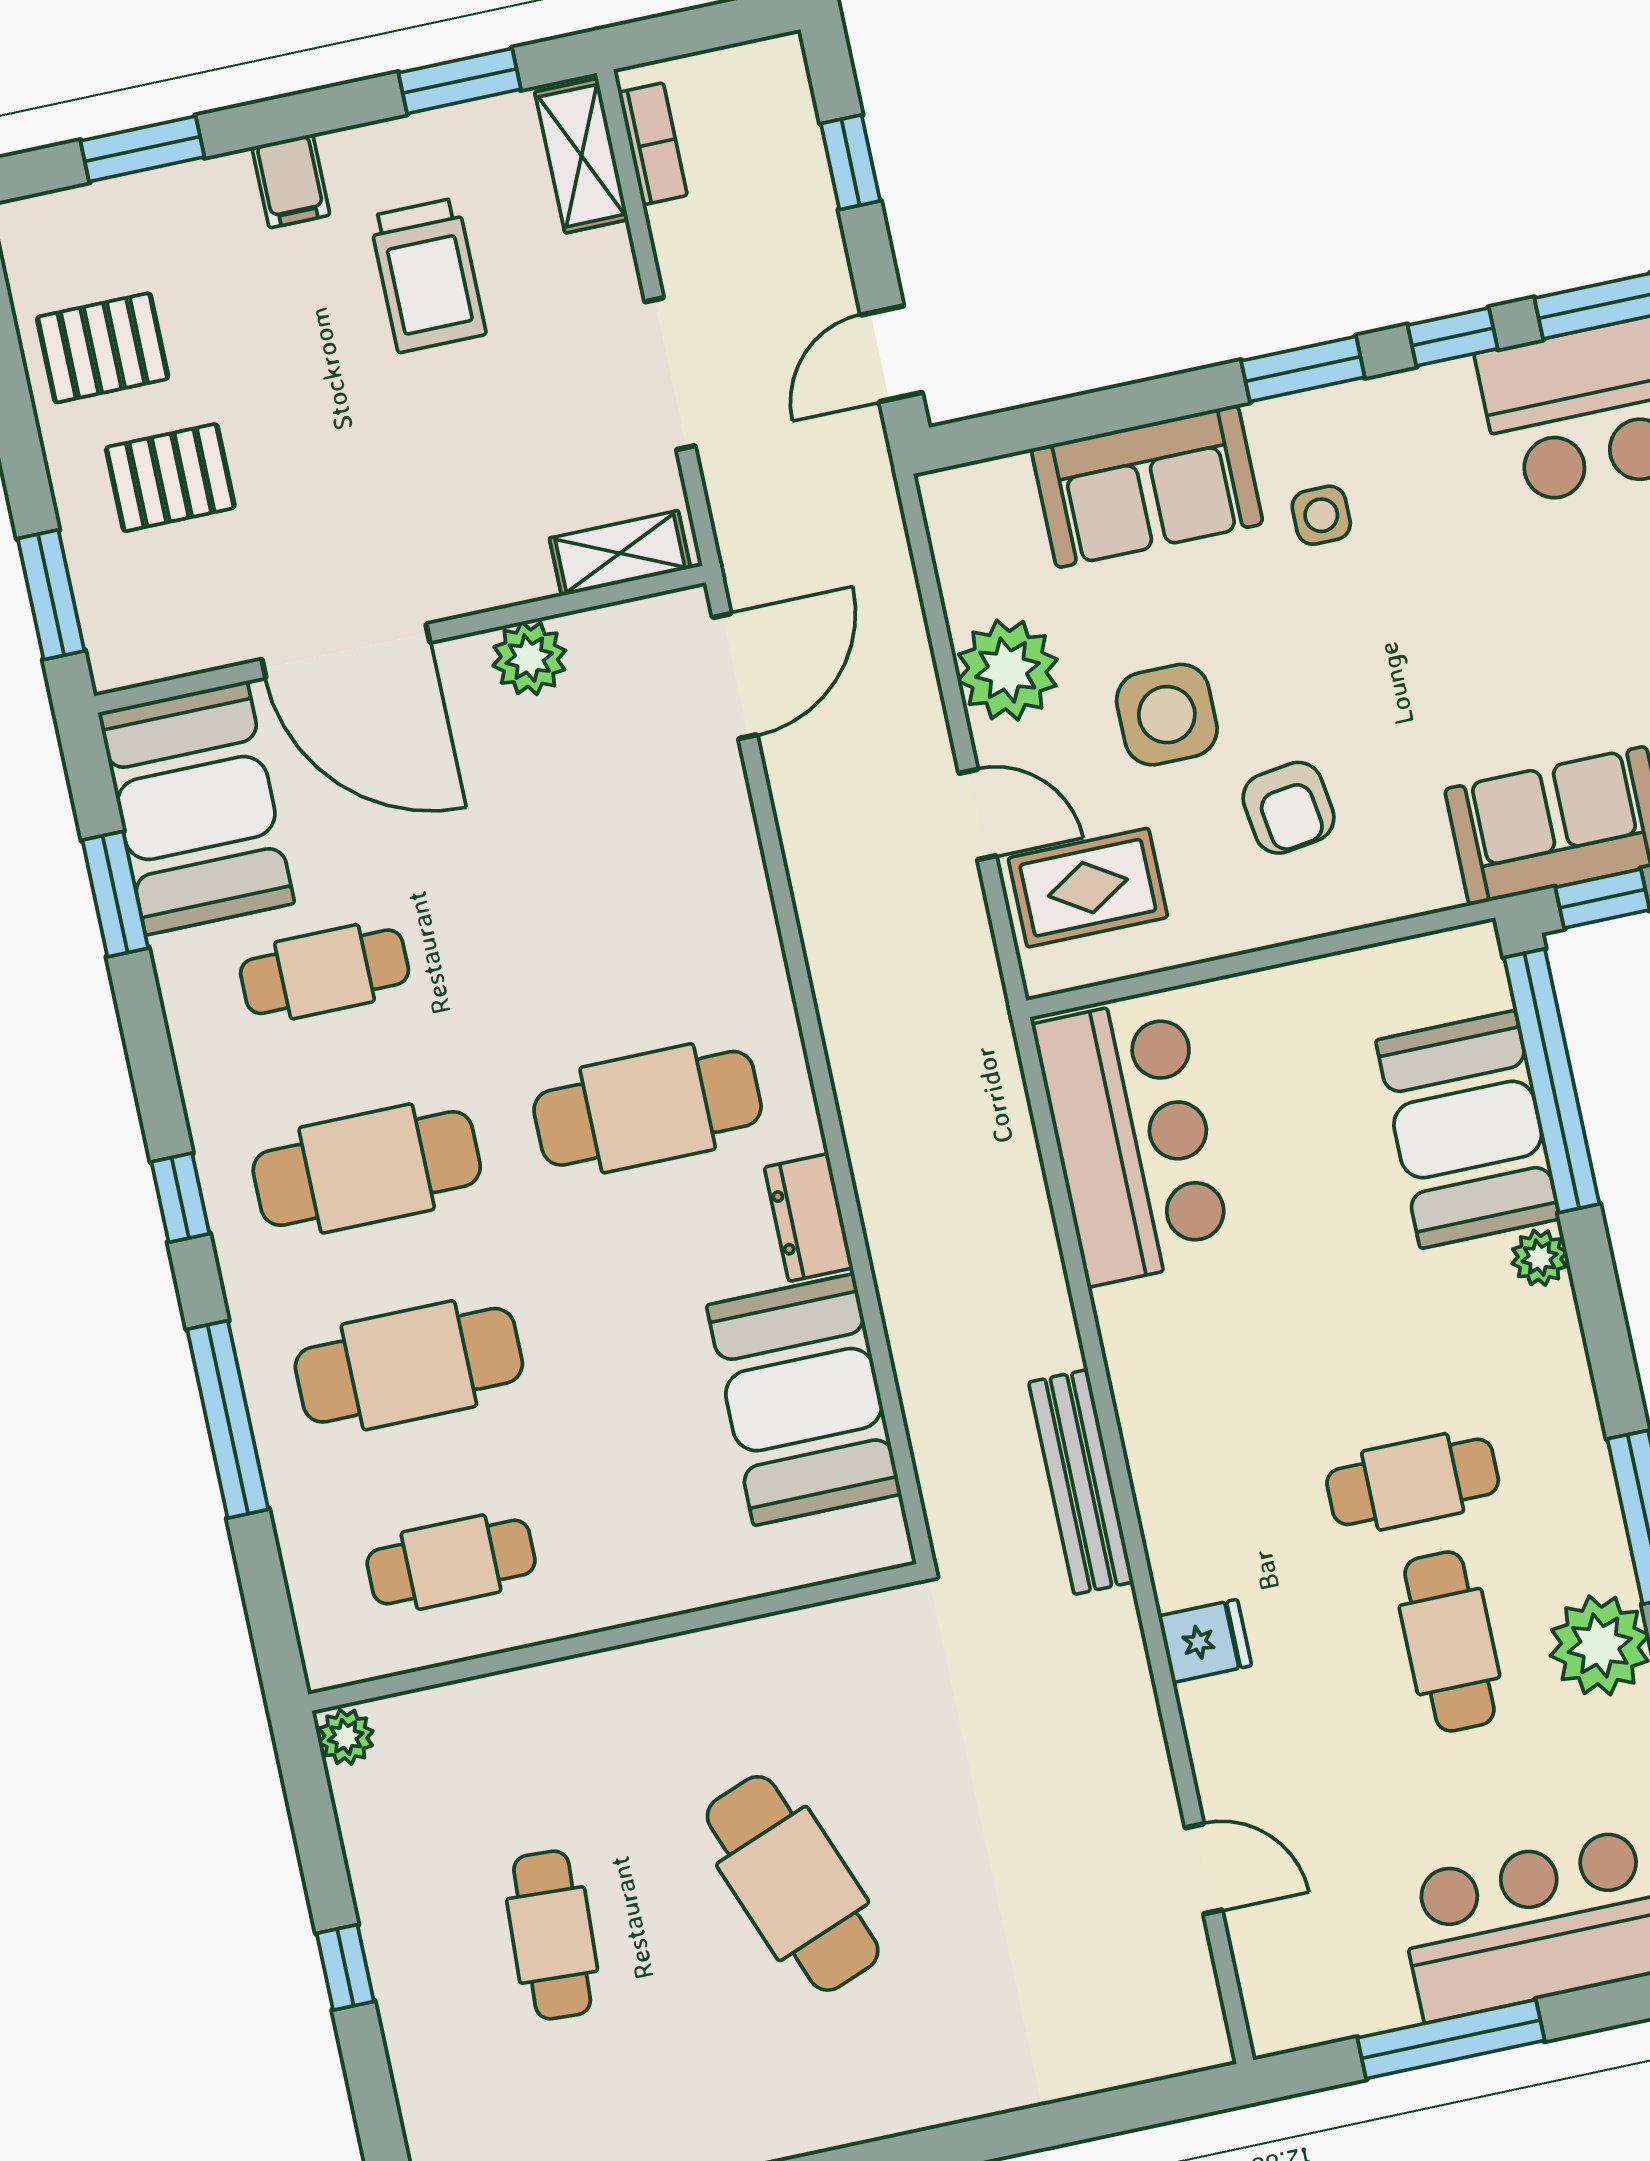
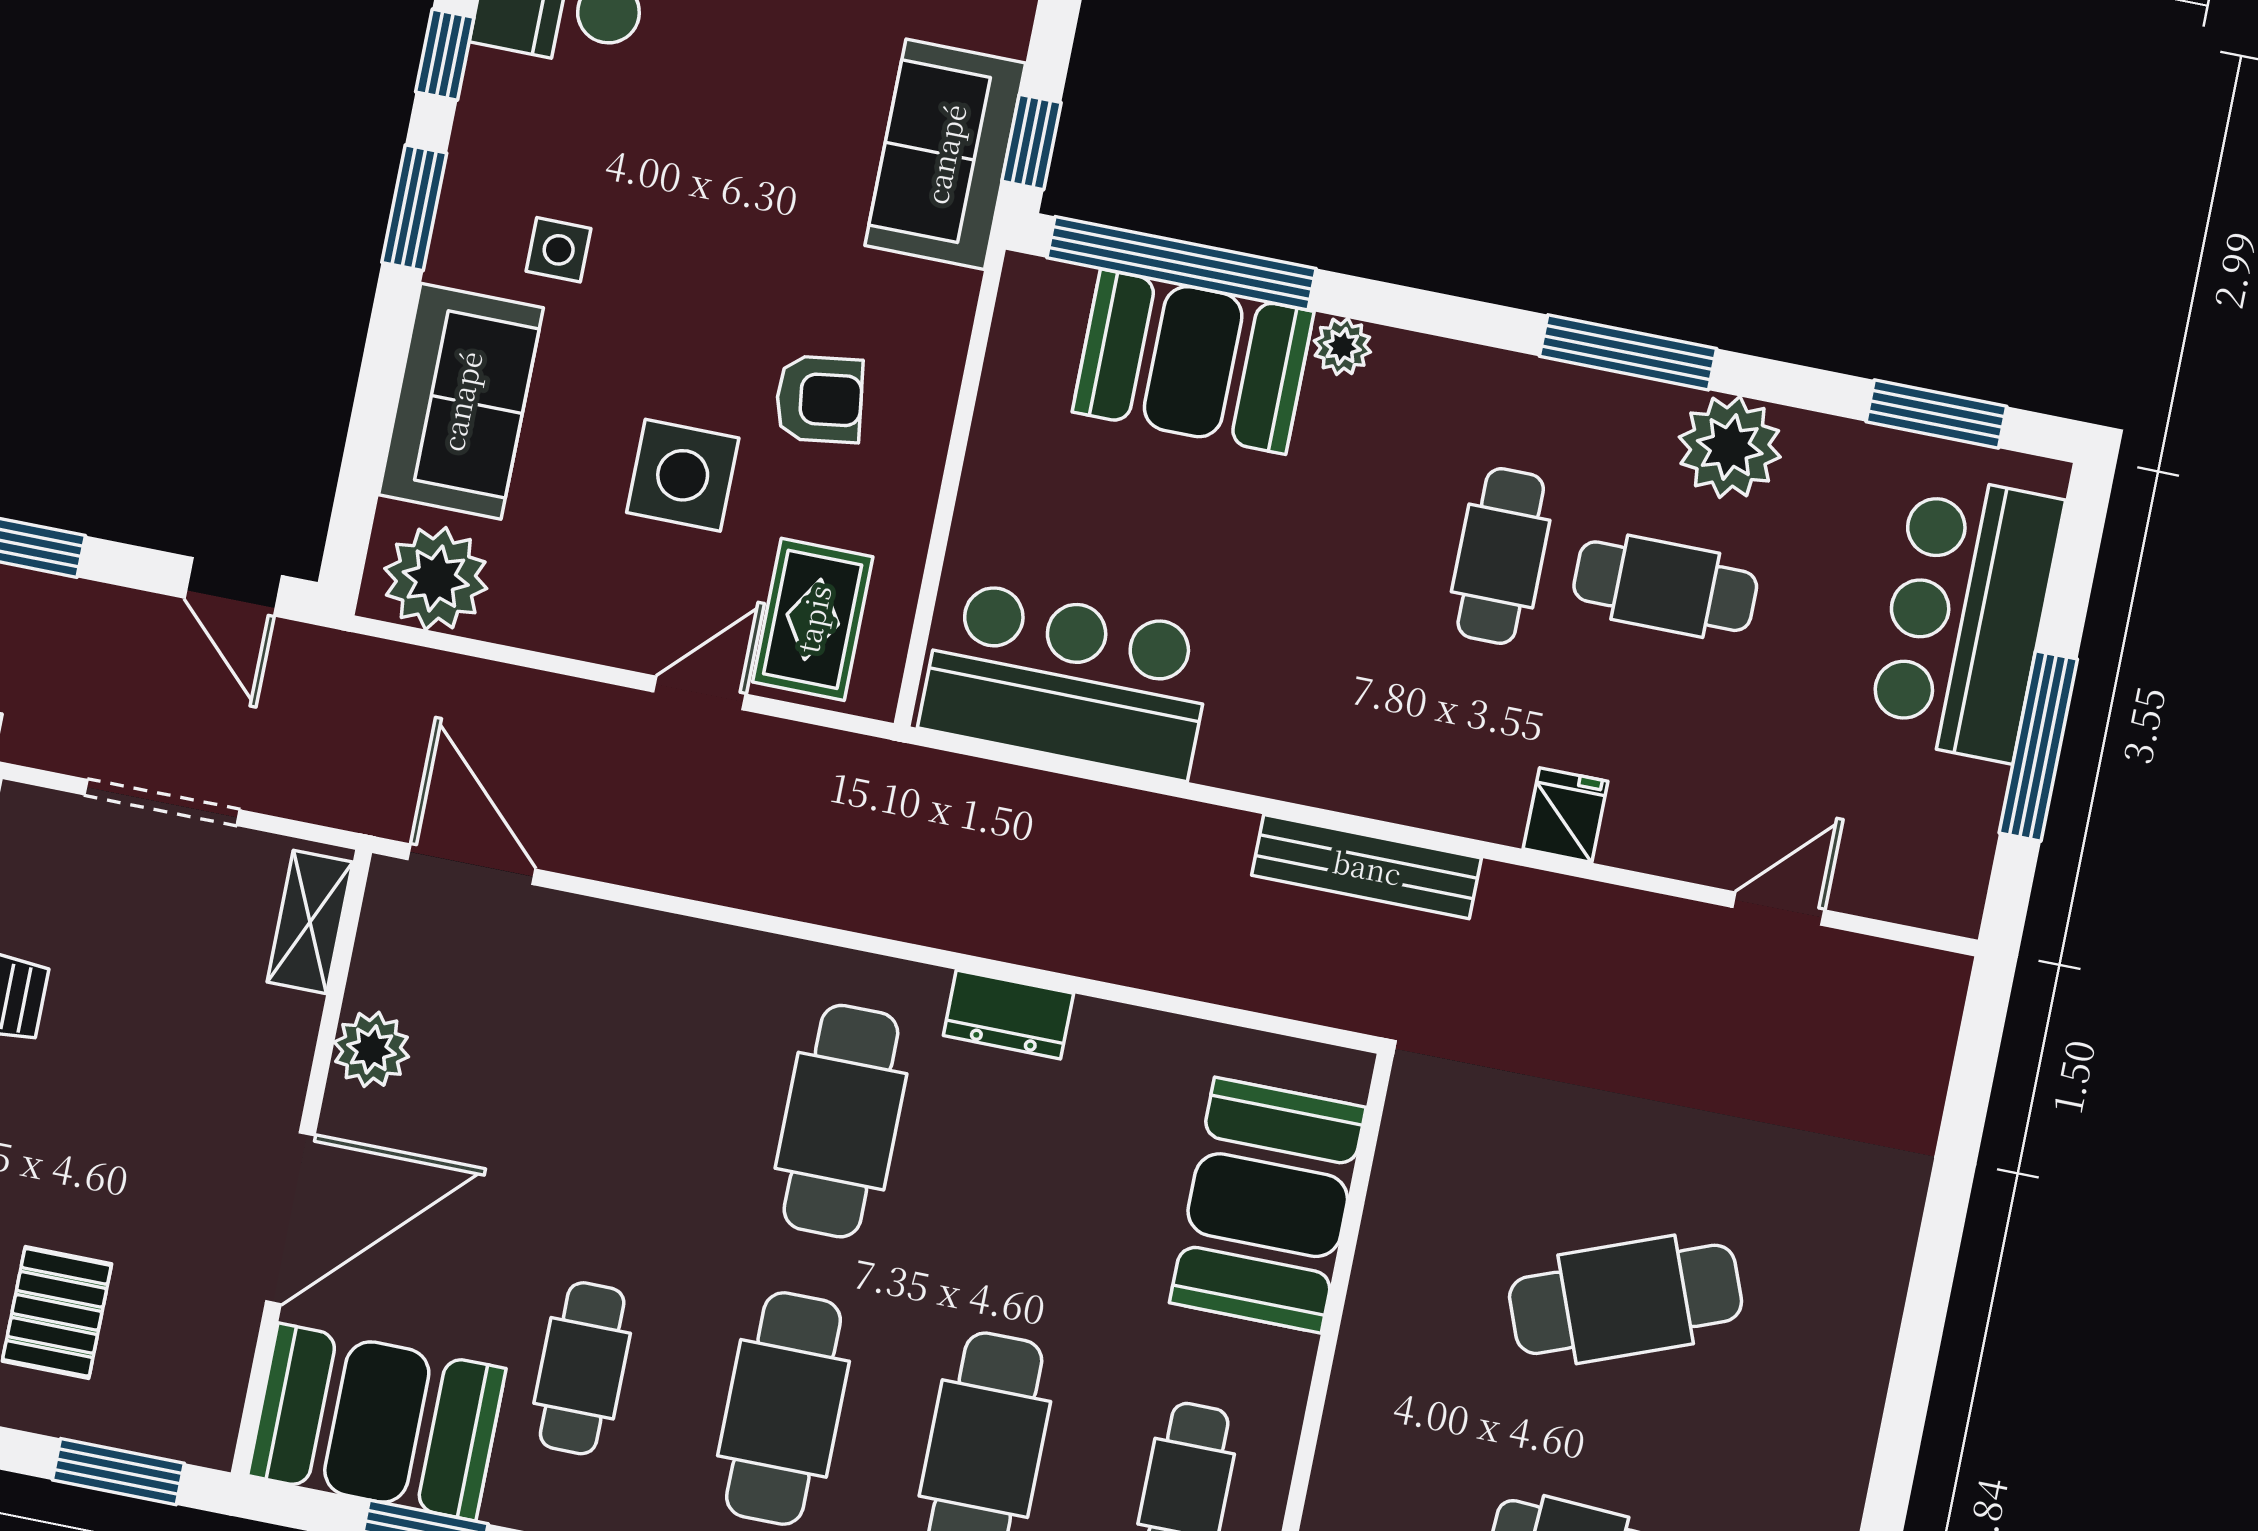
plant: (1007, 670) -> (436, 579), moved
booth: (804, 1400) -> (1268, 1205), moved, turned 90

